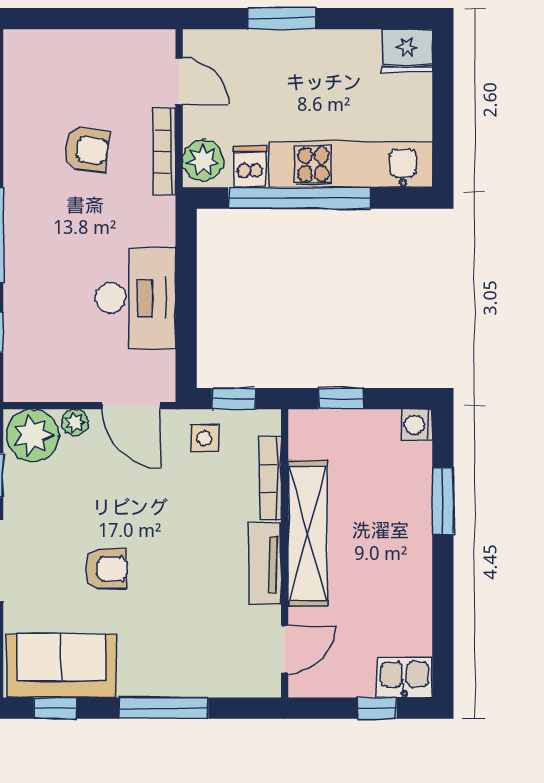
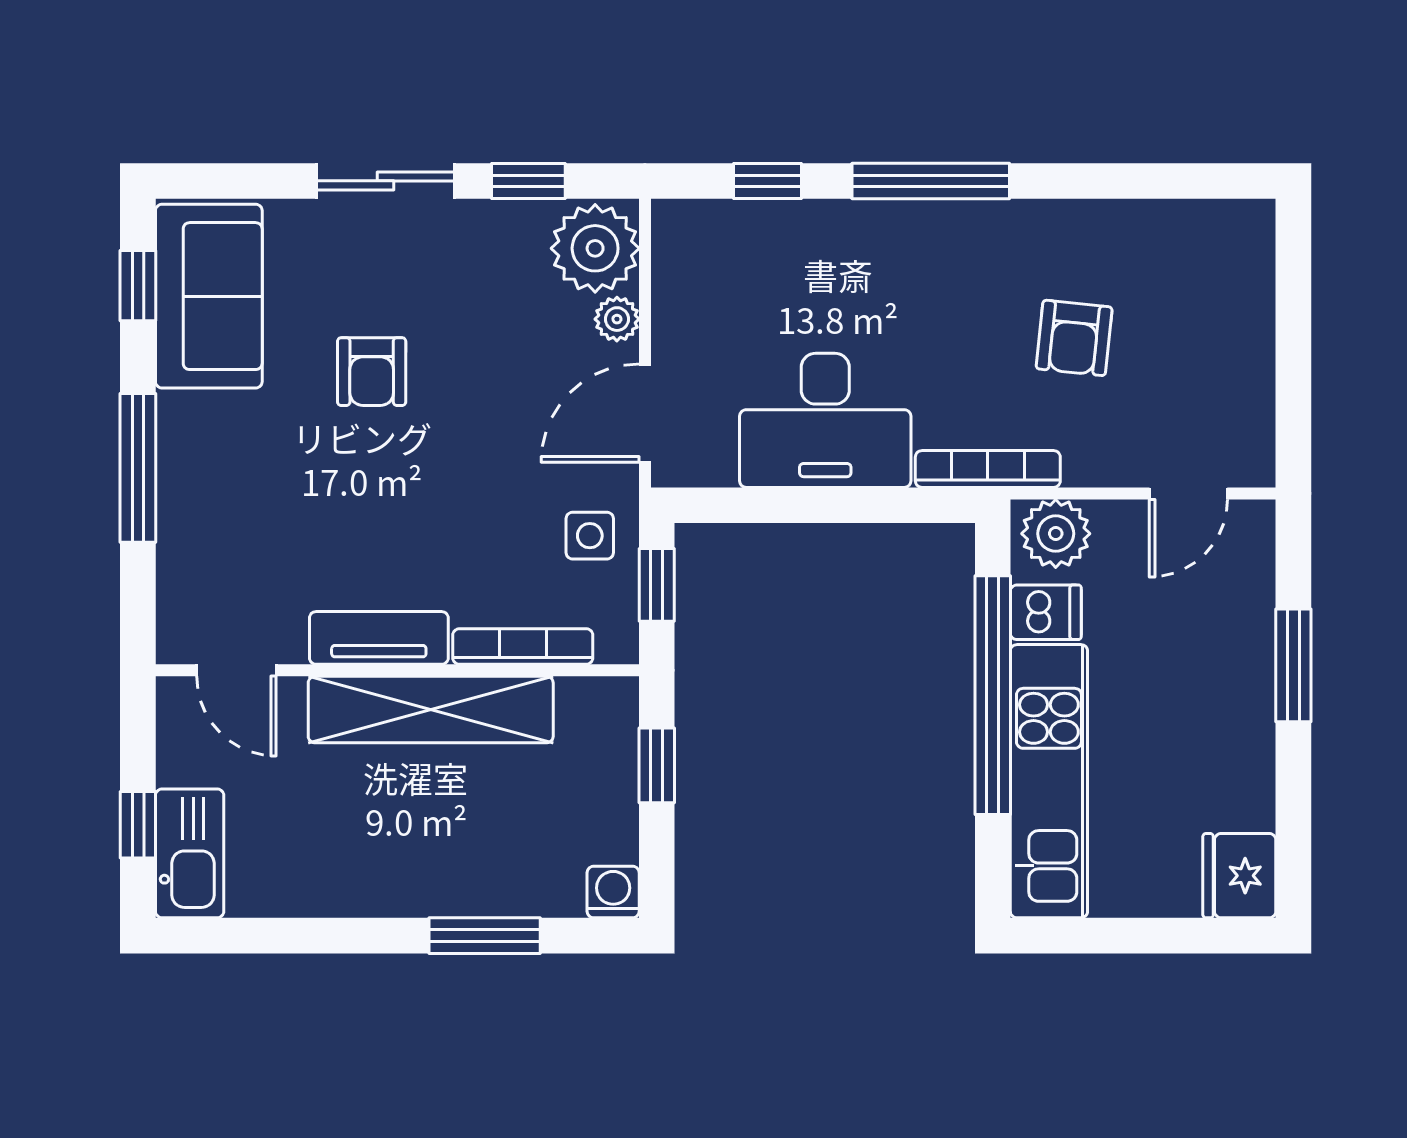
bookcase: (164, 151) -> (988, 469), moved
kitchen sink: (404, 677) -> (190, 853), width x1.38

